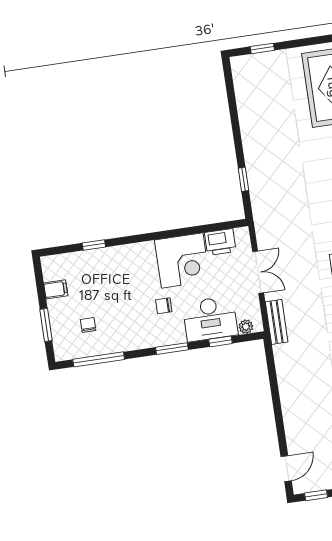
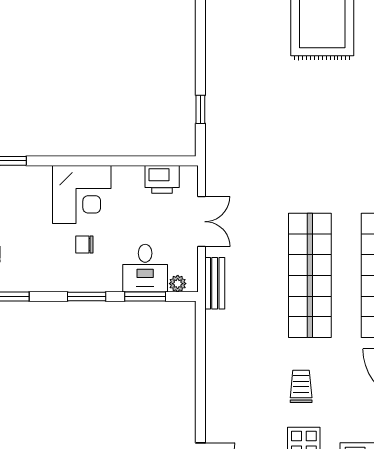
corner desk: (182, 260) -> (82, 194), moved
desk: (210, 319) -> (145, 268), width x0.73
window: (220, 341) -> (145, 297), width x1.50

